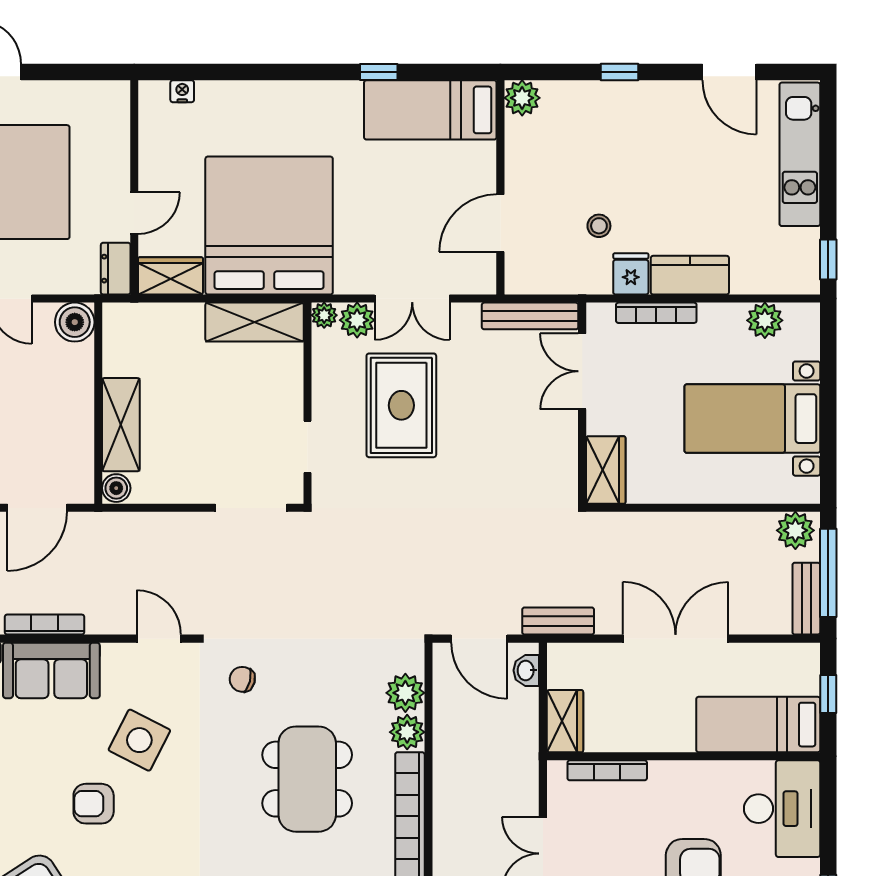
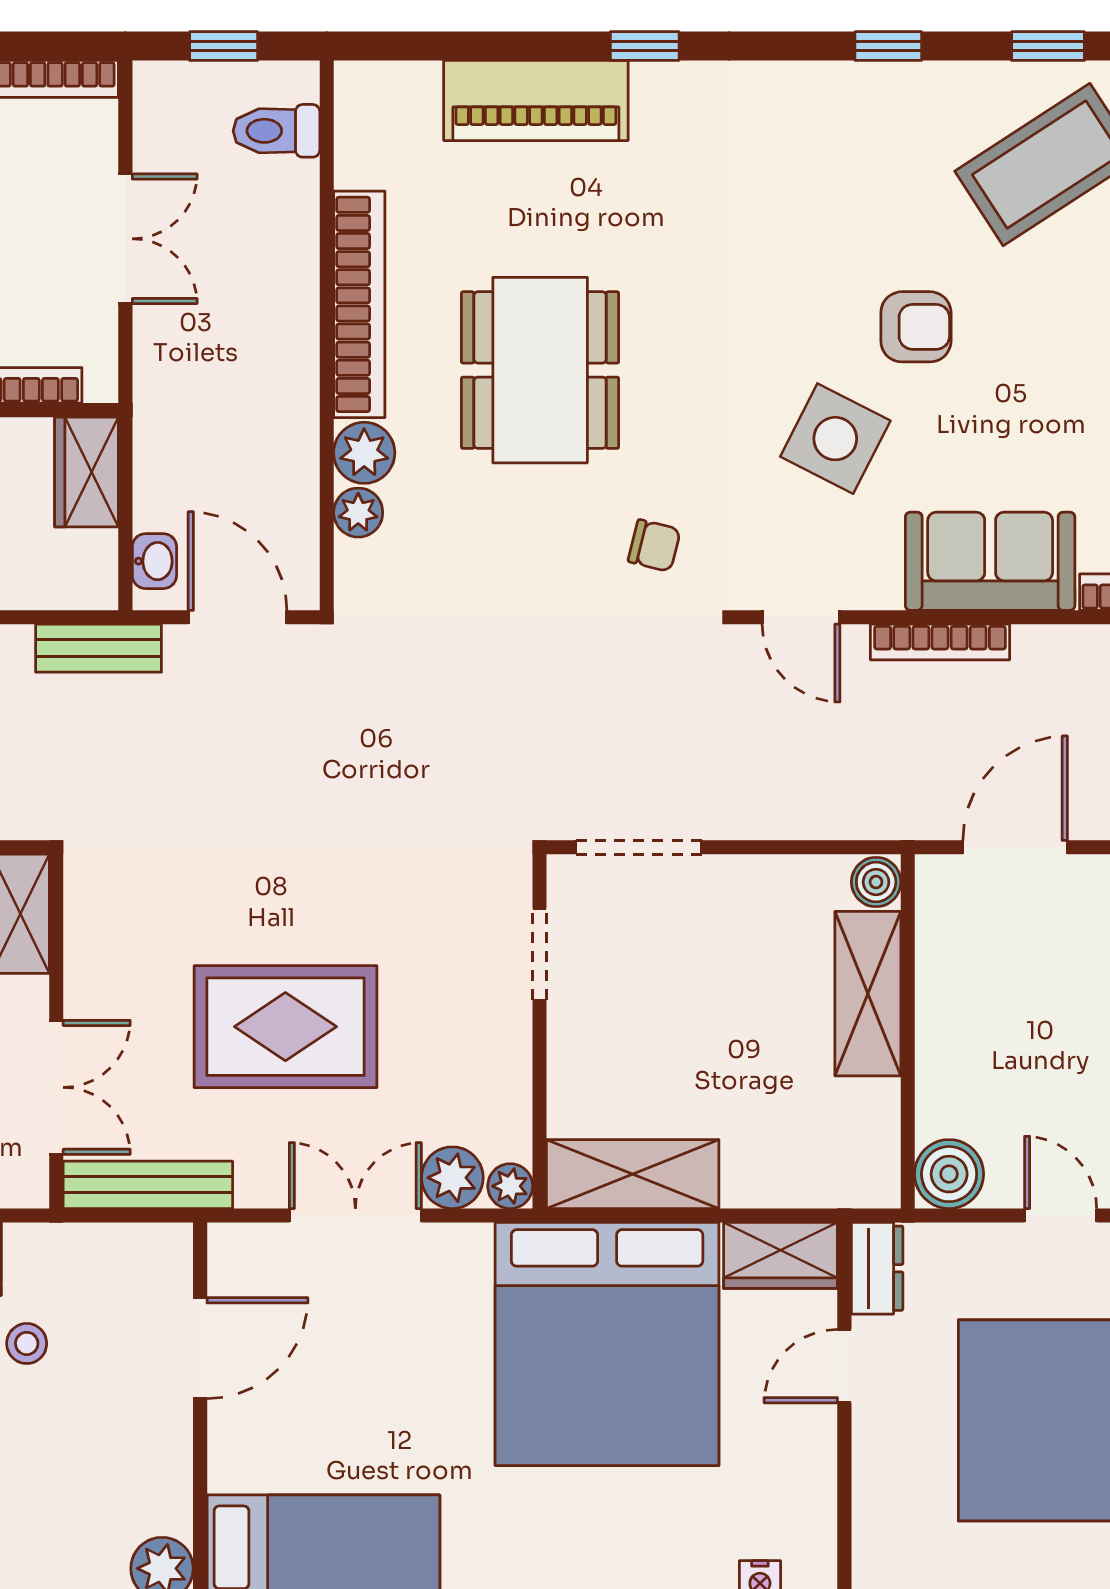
rug: (401, 405) -> (285, 1027), moved, turned 90
bookcase: (44, 625) -> (940, 642), moved
plant: (405, 693) -> (358, 513), width x0.73, depth x0.73

